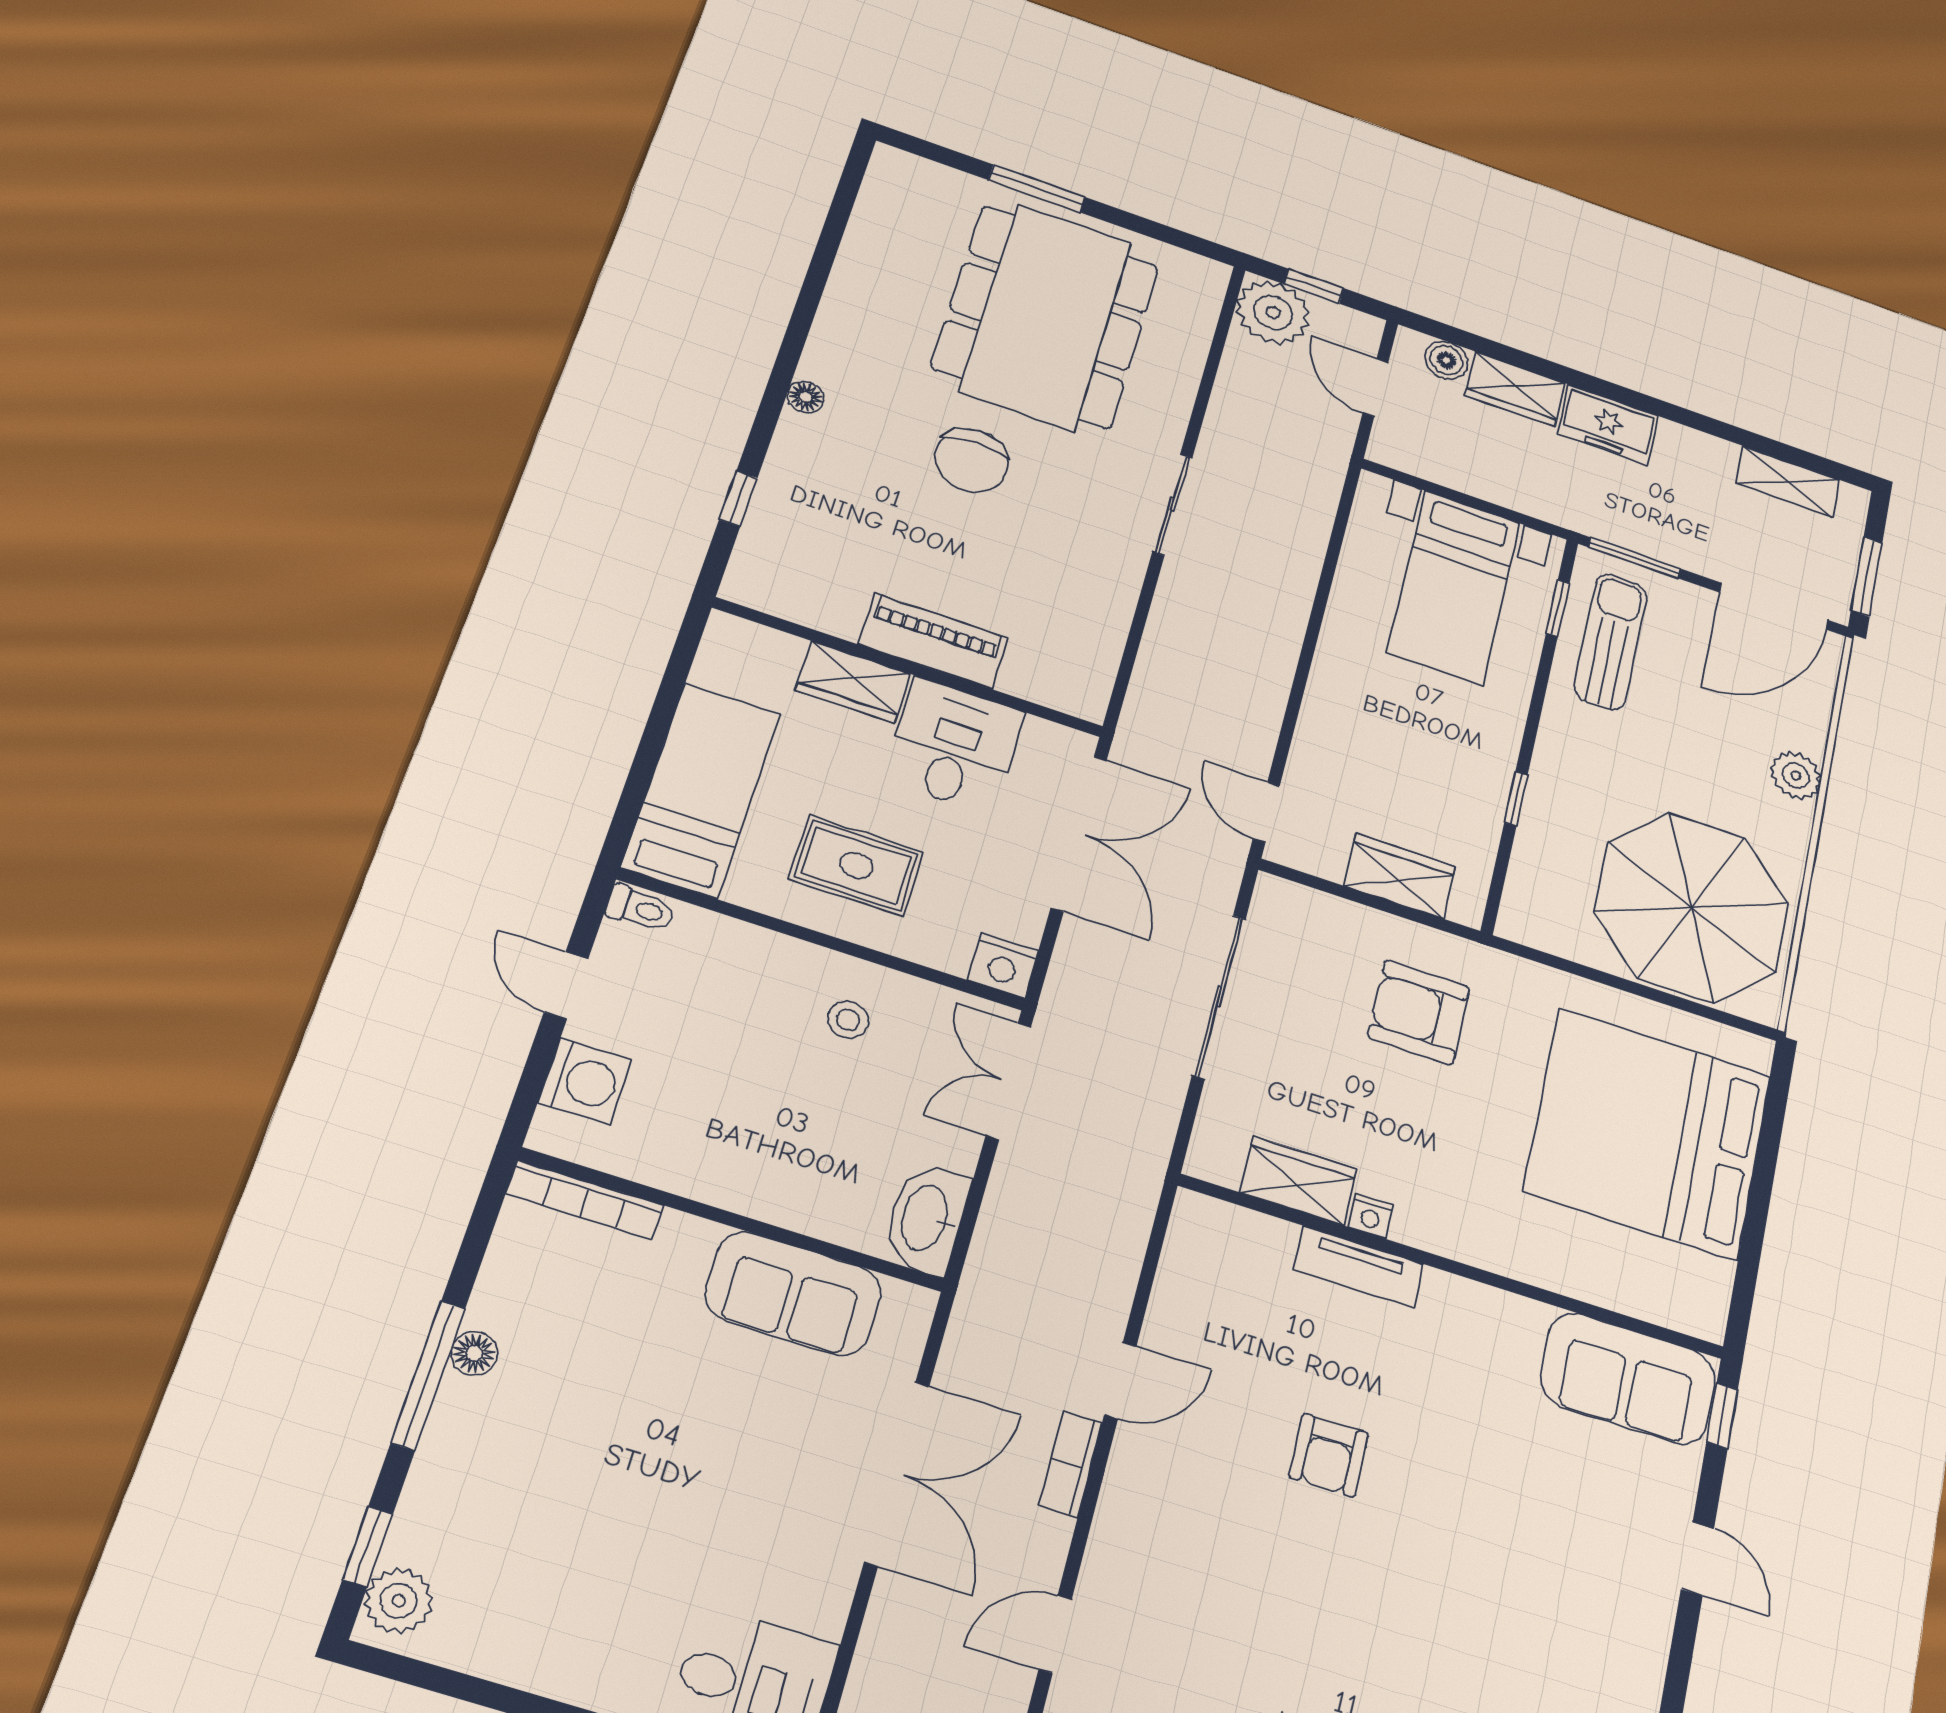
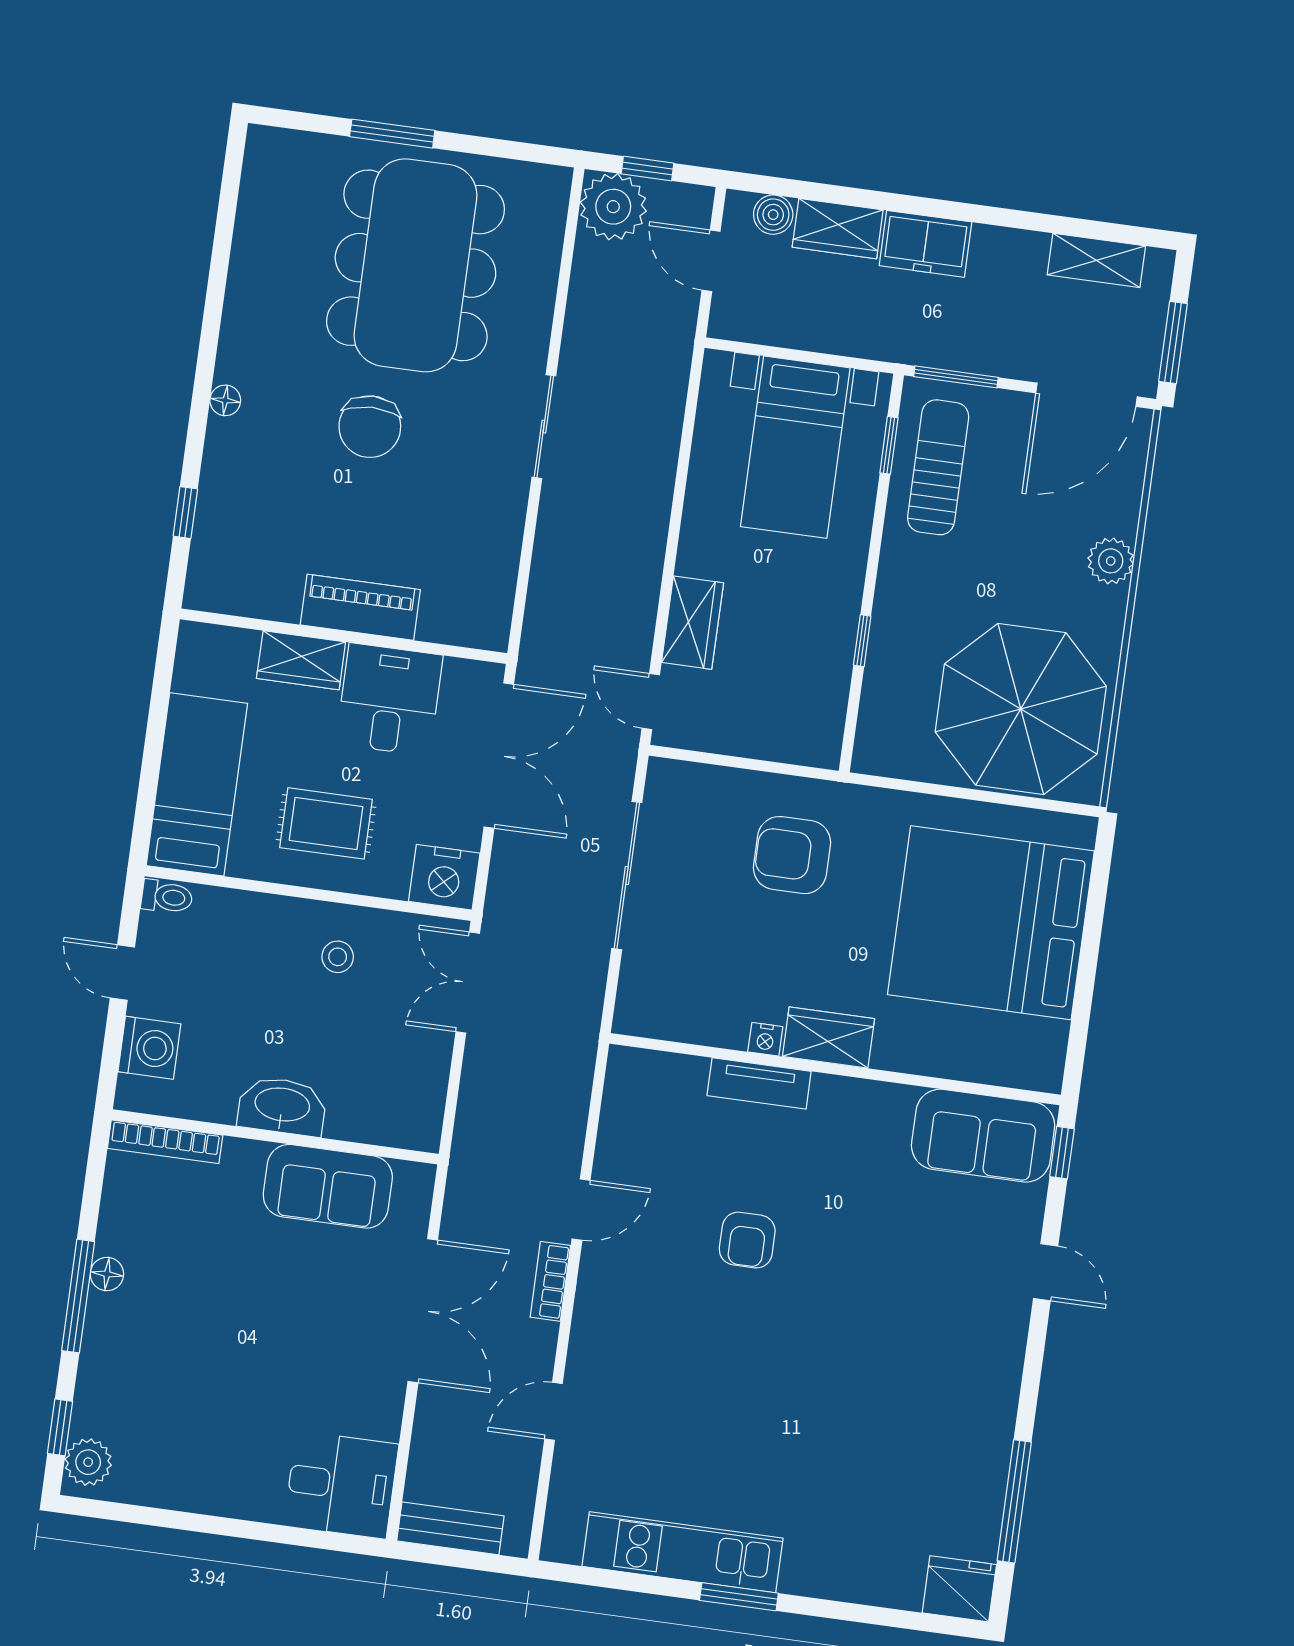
wardrobe: (1399, 876) -> (692, 623), moved, turned 90
nightstand: (1003, 966) -> (444, 877), width x1.36, depth x1.33
wardrobe: (1298, 1181) -> (828, 1038), moved
washbasin: (926, 1218) -> (282, 1106), moved, turned 90

